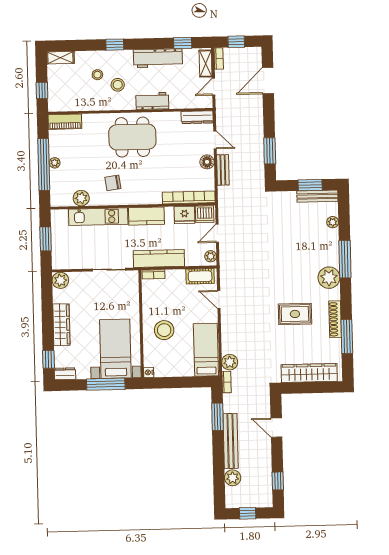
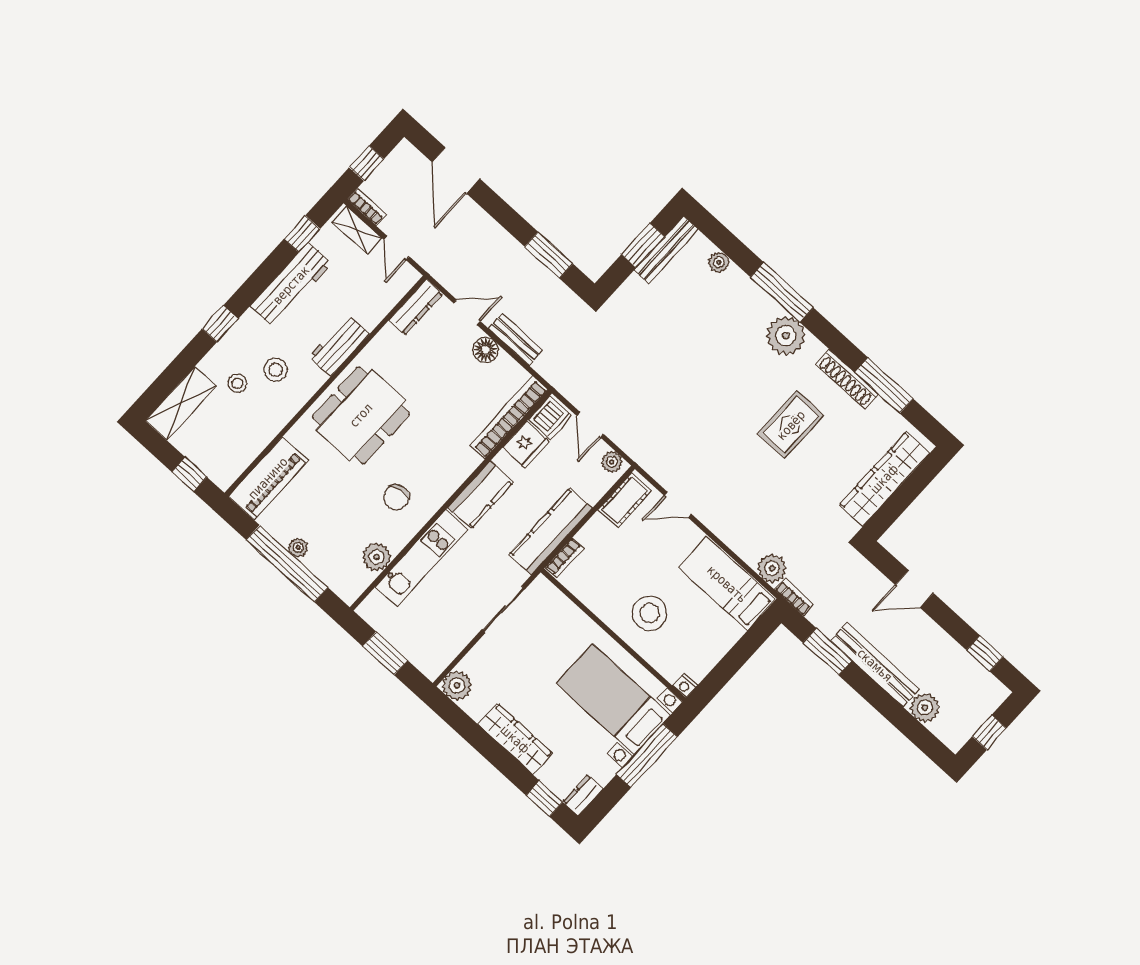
shelving: (60, 58) -> (181, 403), width x1.50, depth x1.33
piano: (65, 122) -> (268, 478), width x1.37, depth x1.33

